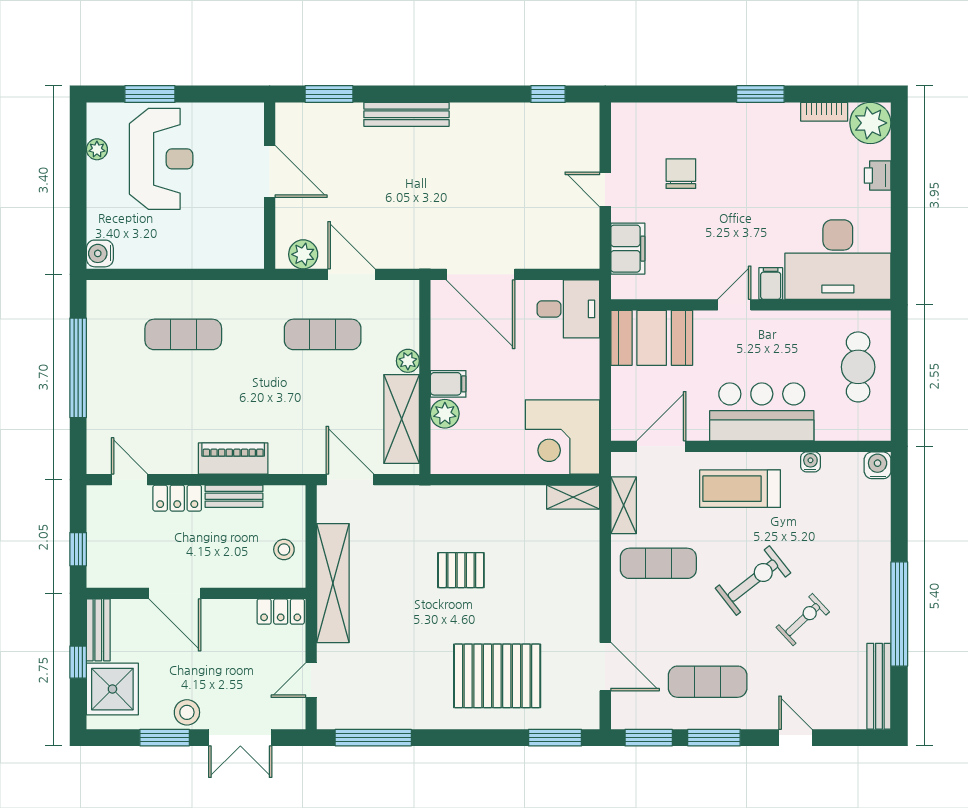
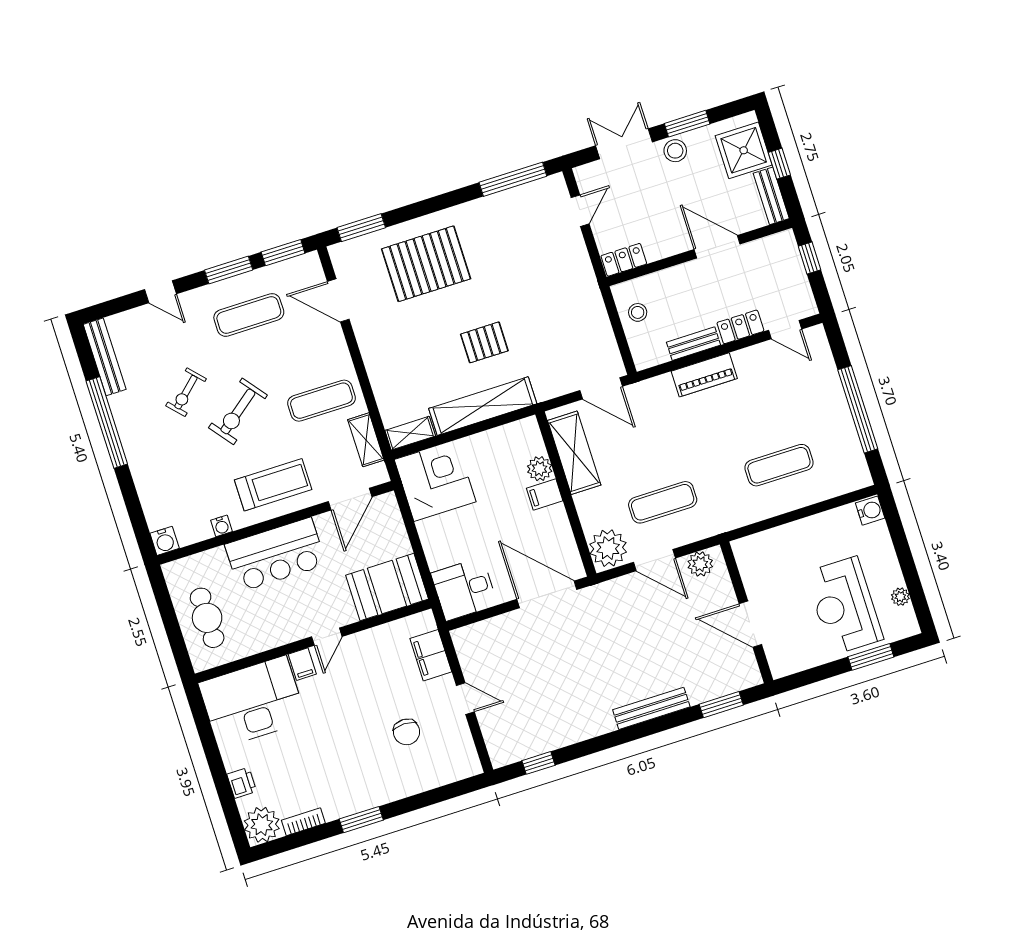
plant: (408, 361) -> (608, 548), moved, width x1.87, depth x1.87
shelving: (333, 583) -> (483, 406), moved, turned 90

